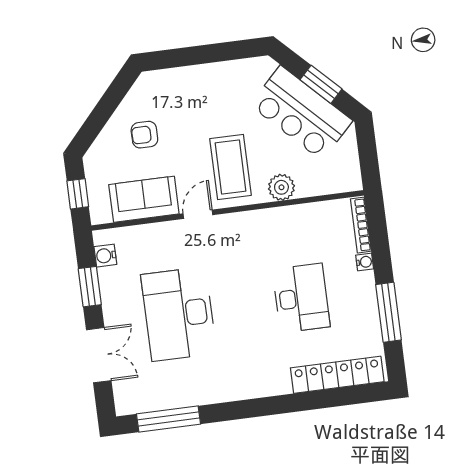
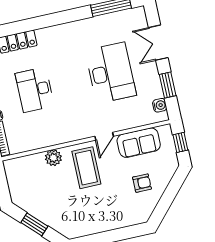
bar counter: (301, 113) -> (45, 205), removed

